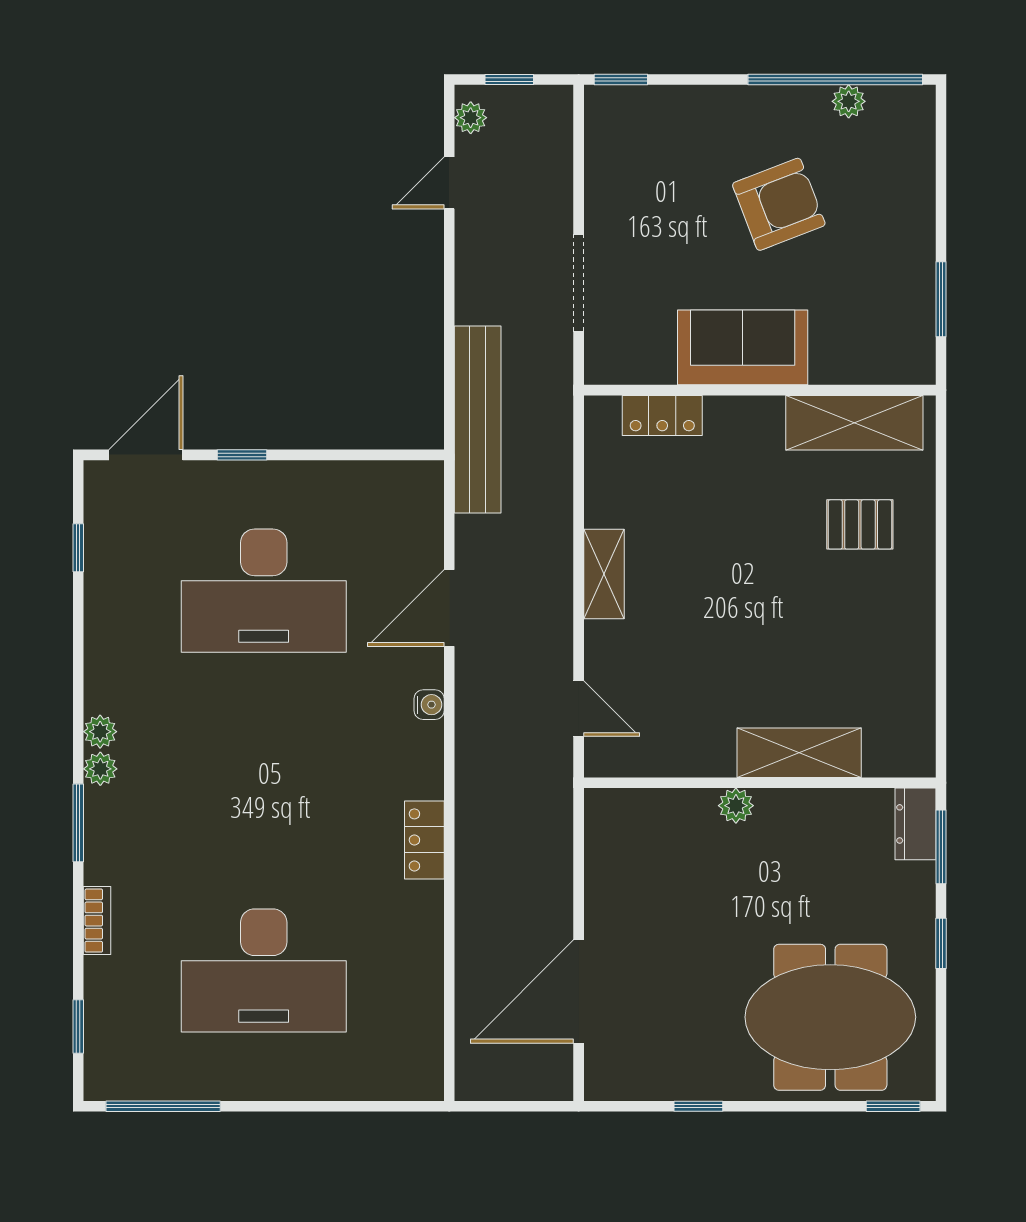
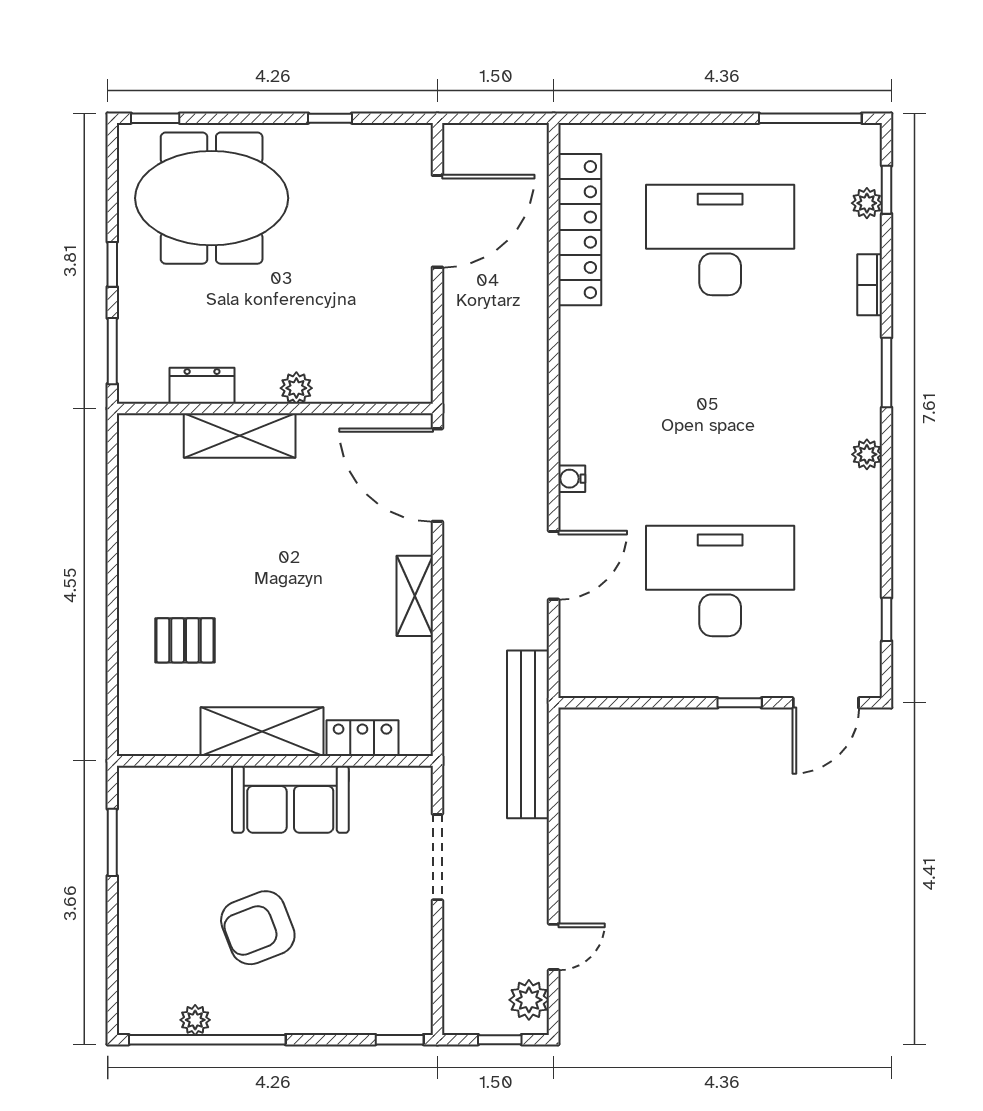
plant: (471, 118) -> (529, 1000), width x1.38, depth x1.38
shelving: (854, 423) -> (262, 732), moved
door: (579, 709) -> (437, 475), width x1.88
plant: (100, 769) -> (867, 203), moved
dresser: (916, 824) -> (202, 386), moved, turned -90
locker: (424, 840) -> (580, 230), moved, width x2.16, depth x1.21

